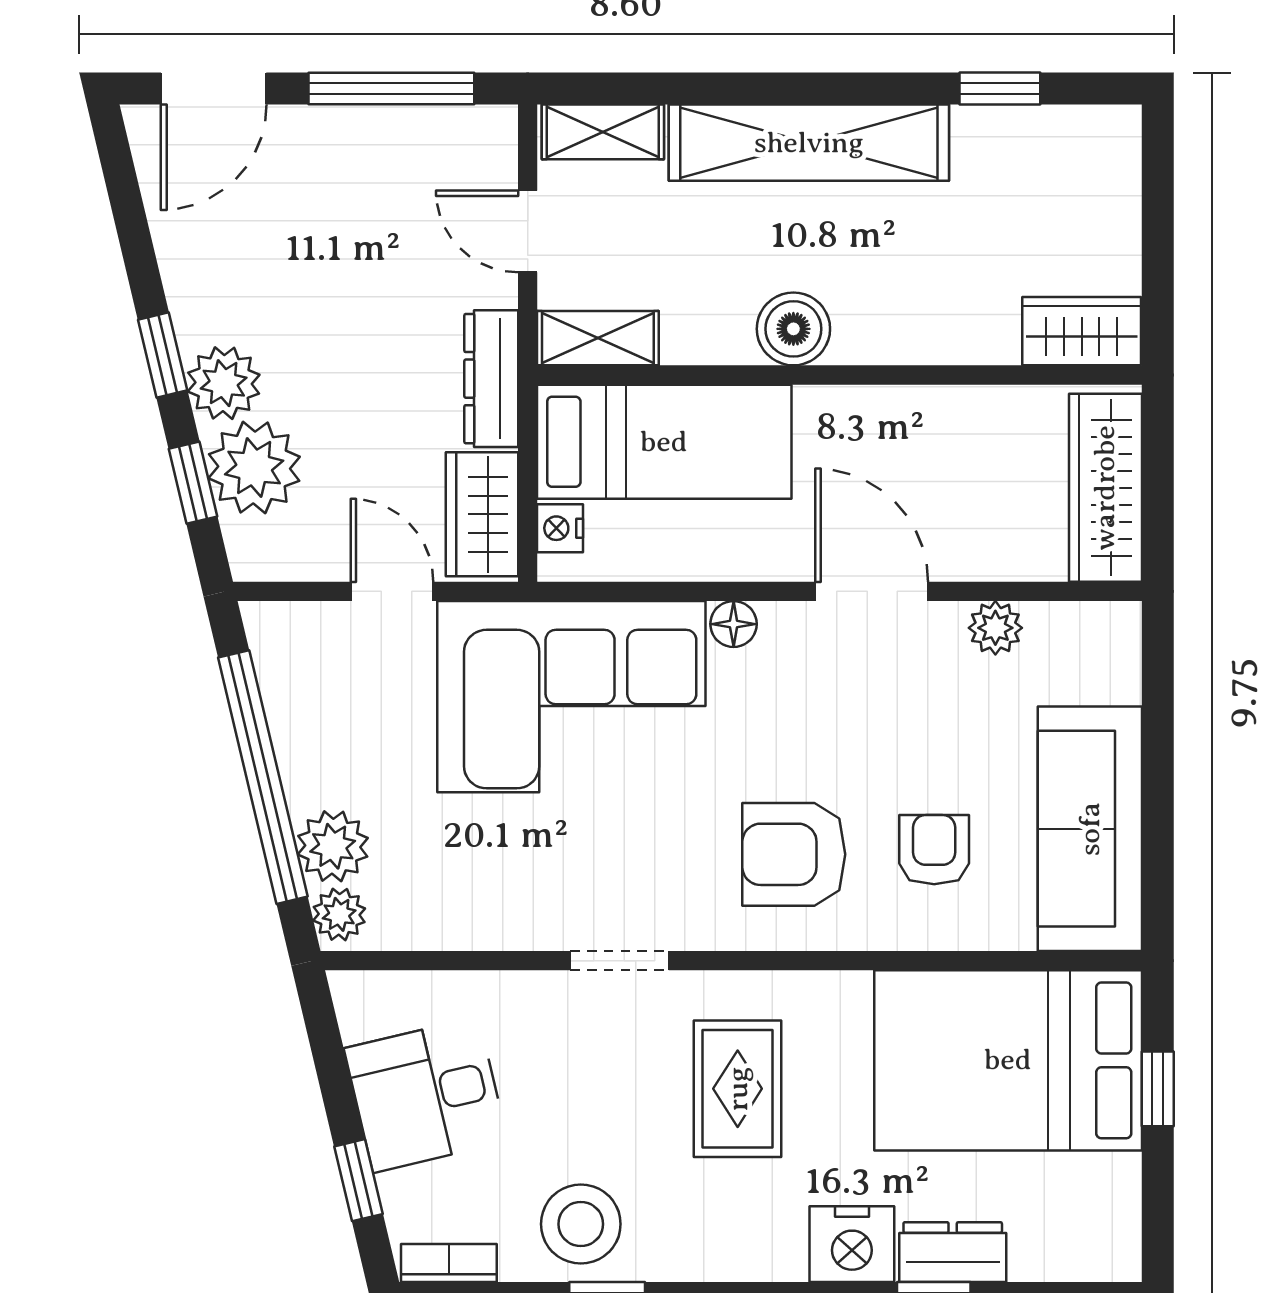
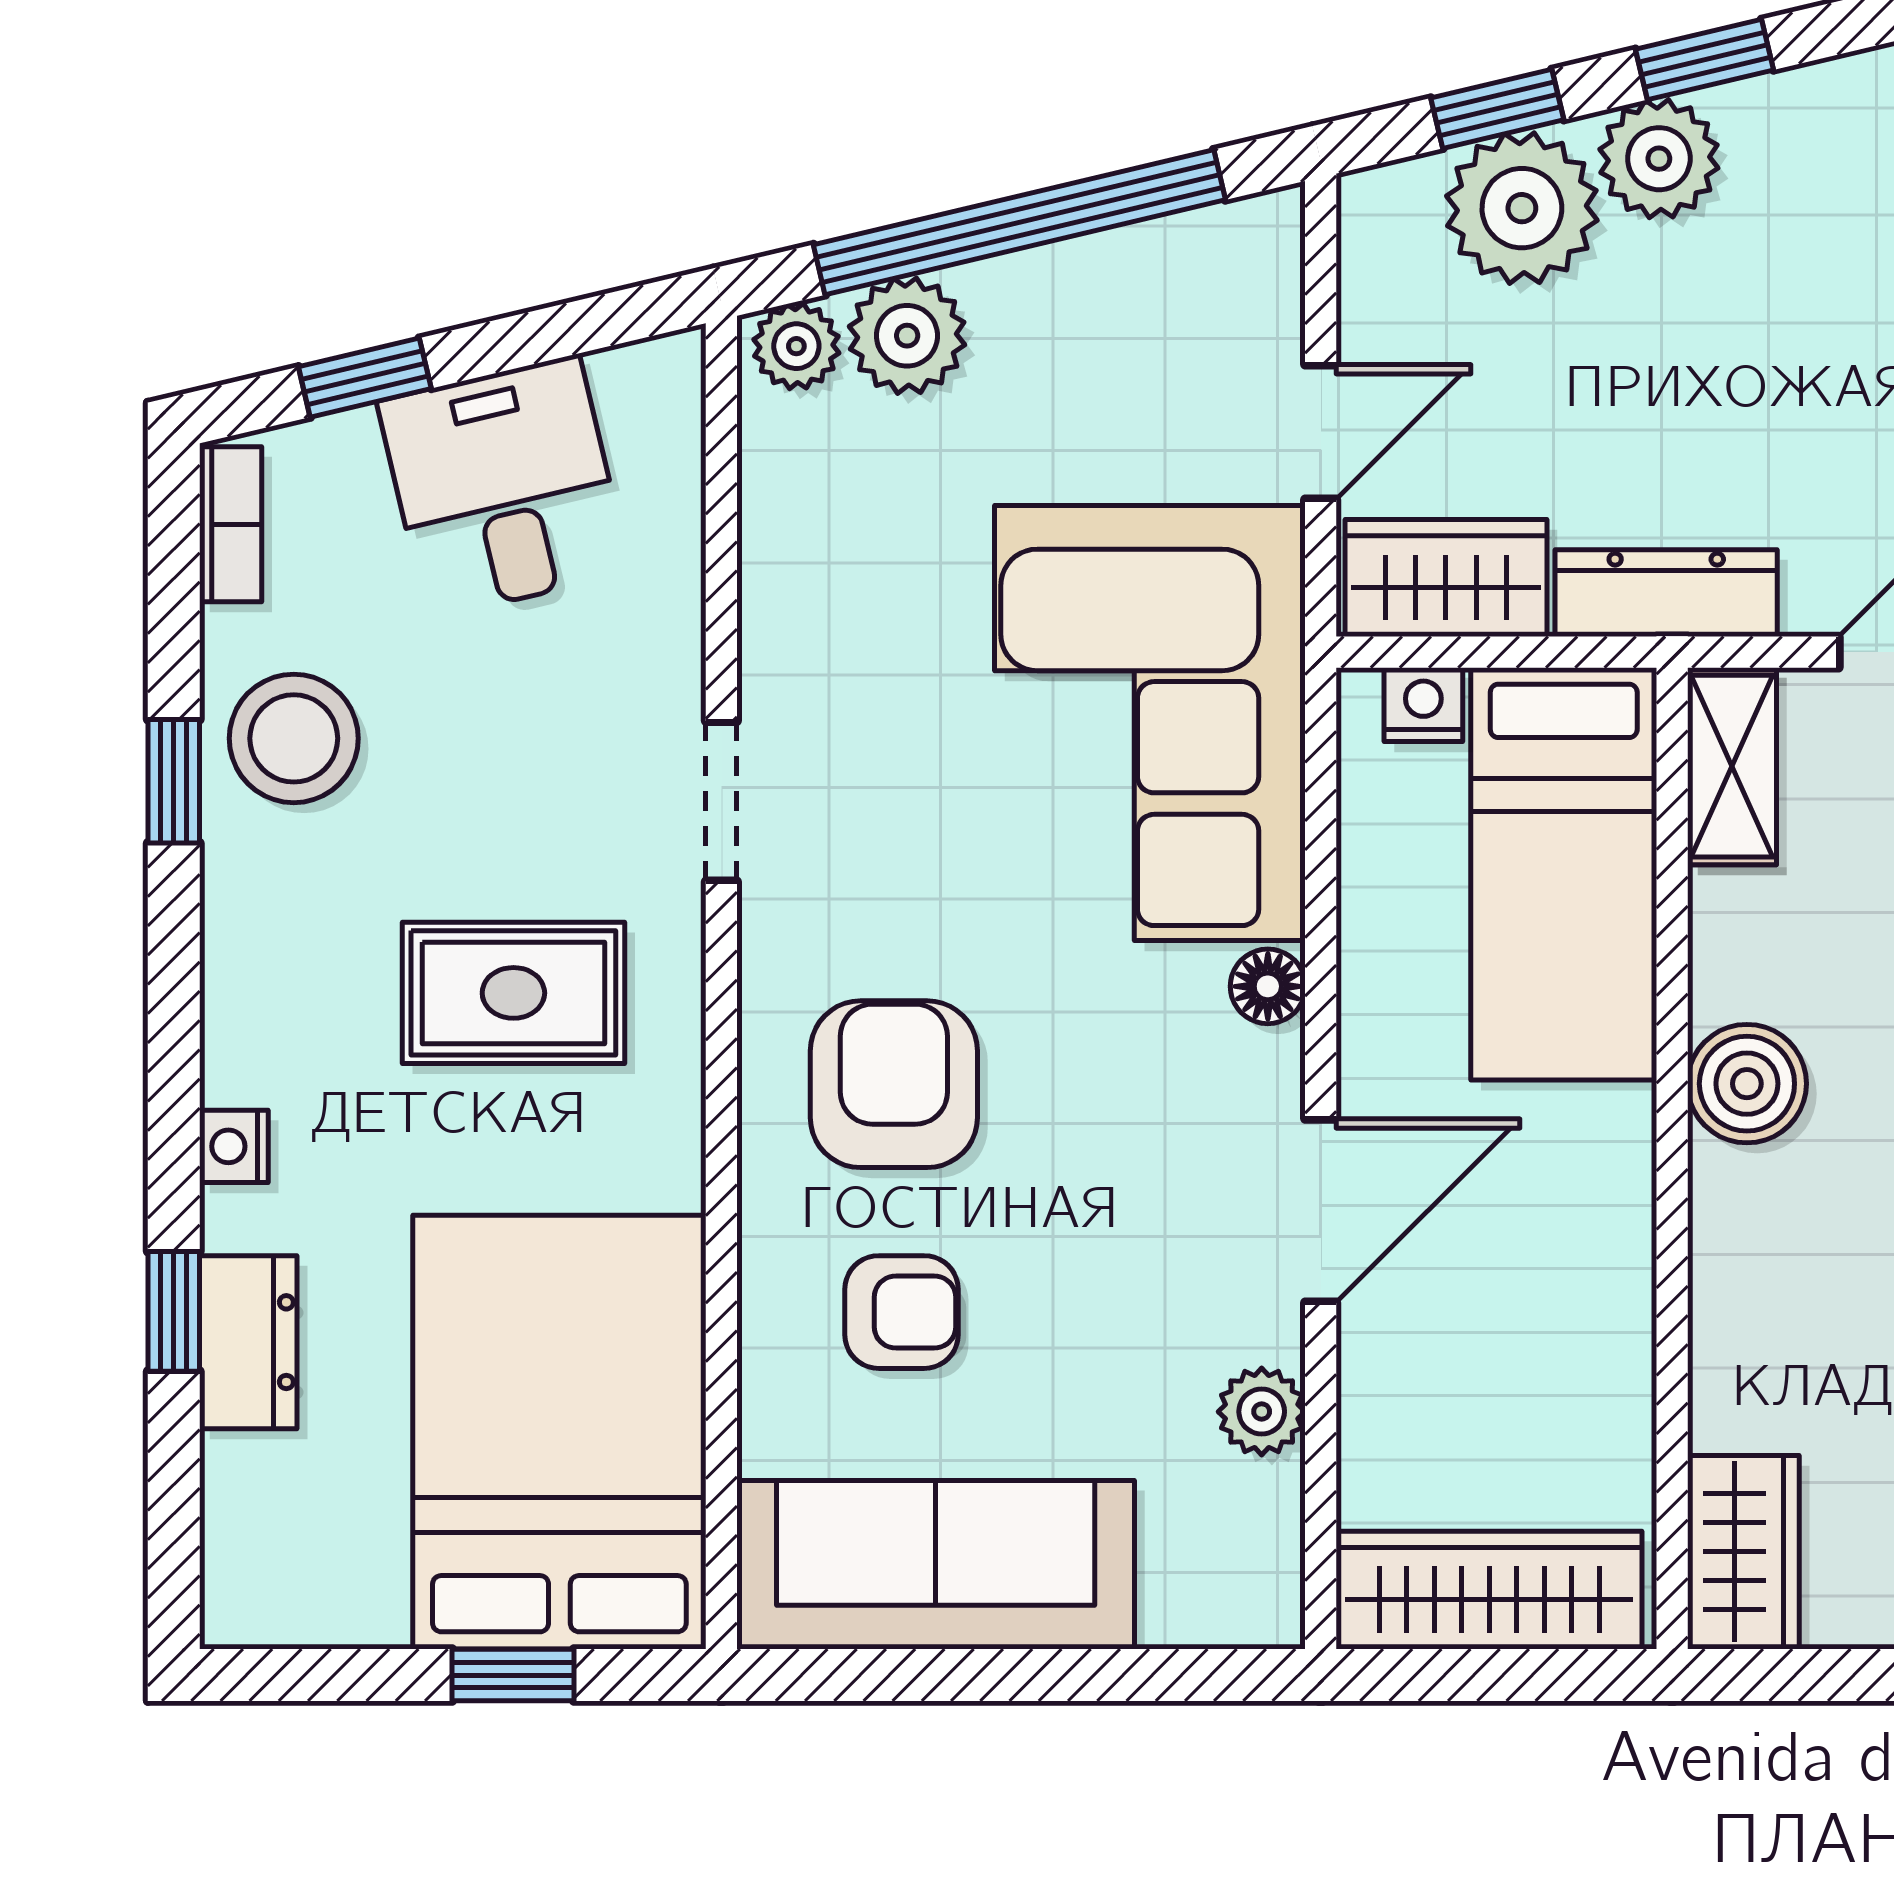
nightstand: (852, 1244) -> (234, 1146), width x0.53, depth x0.56

